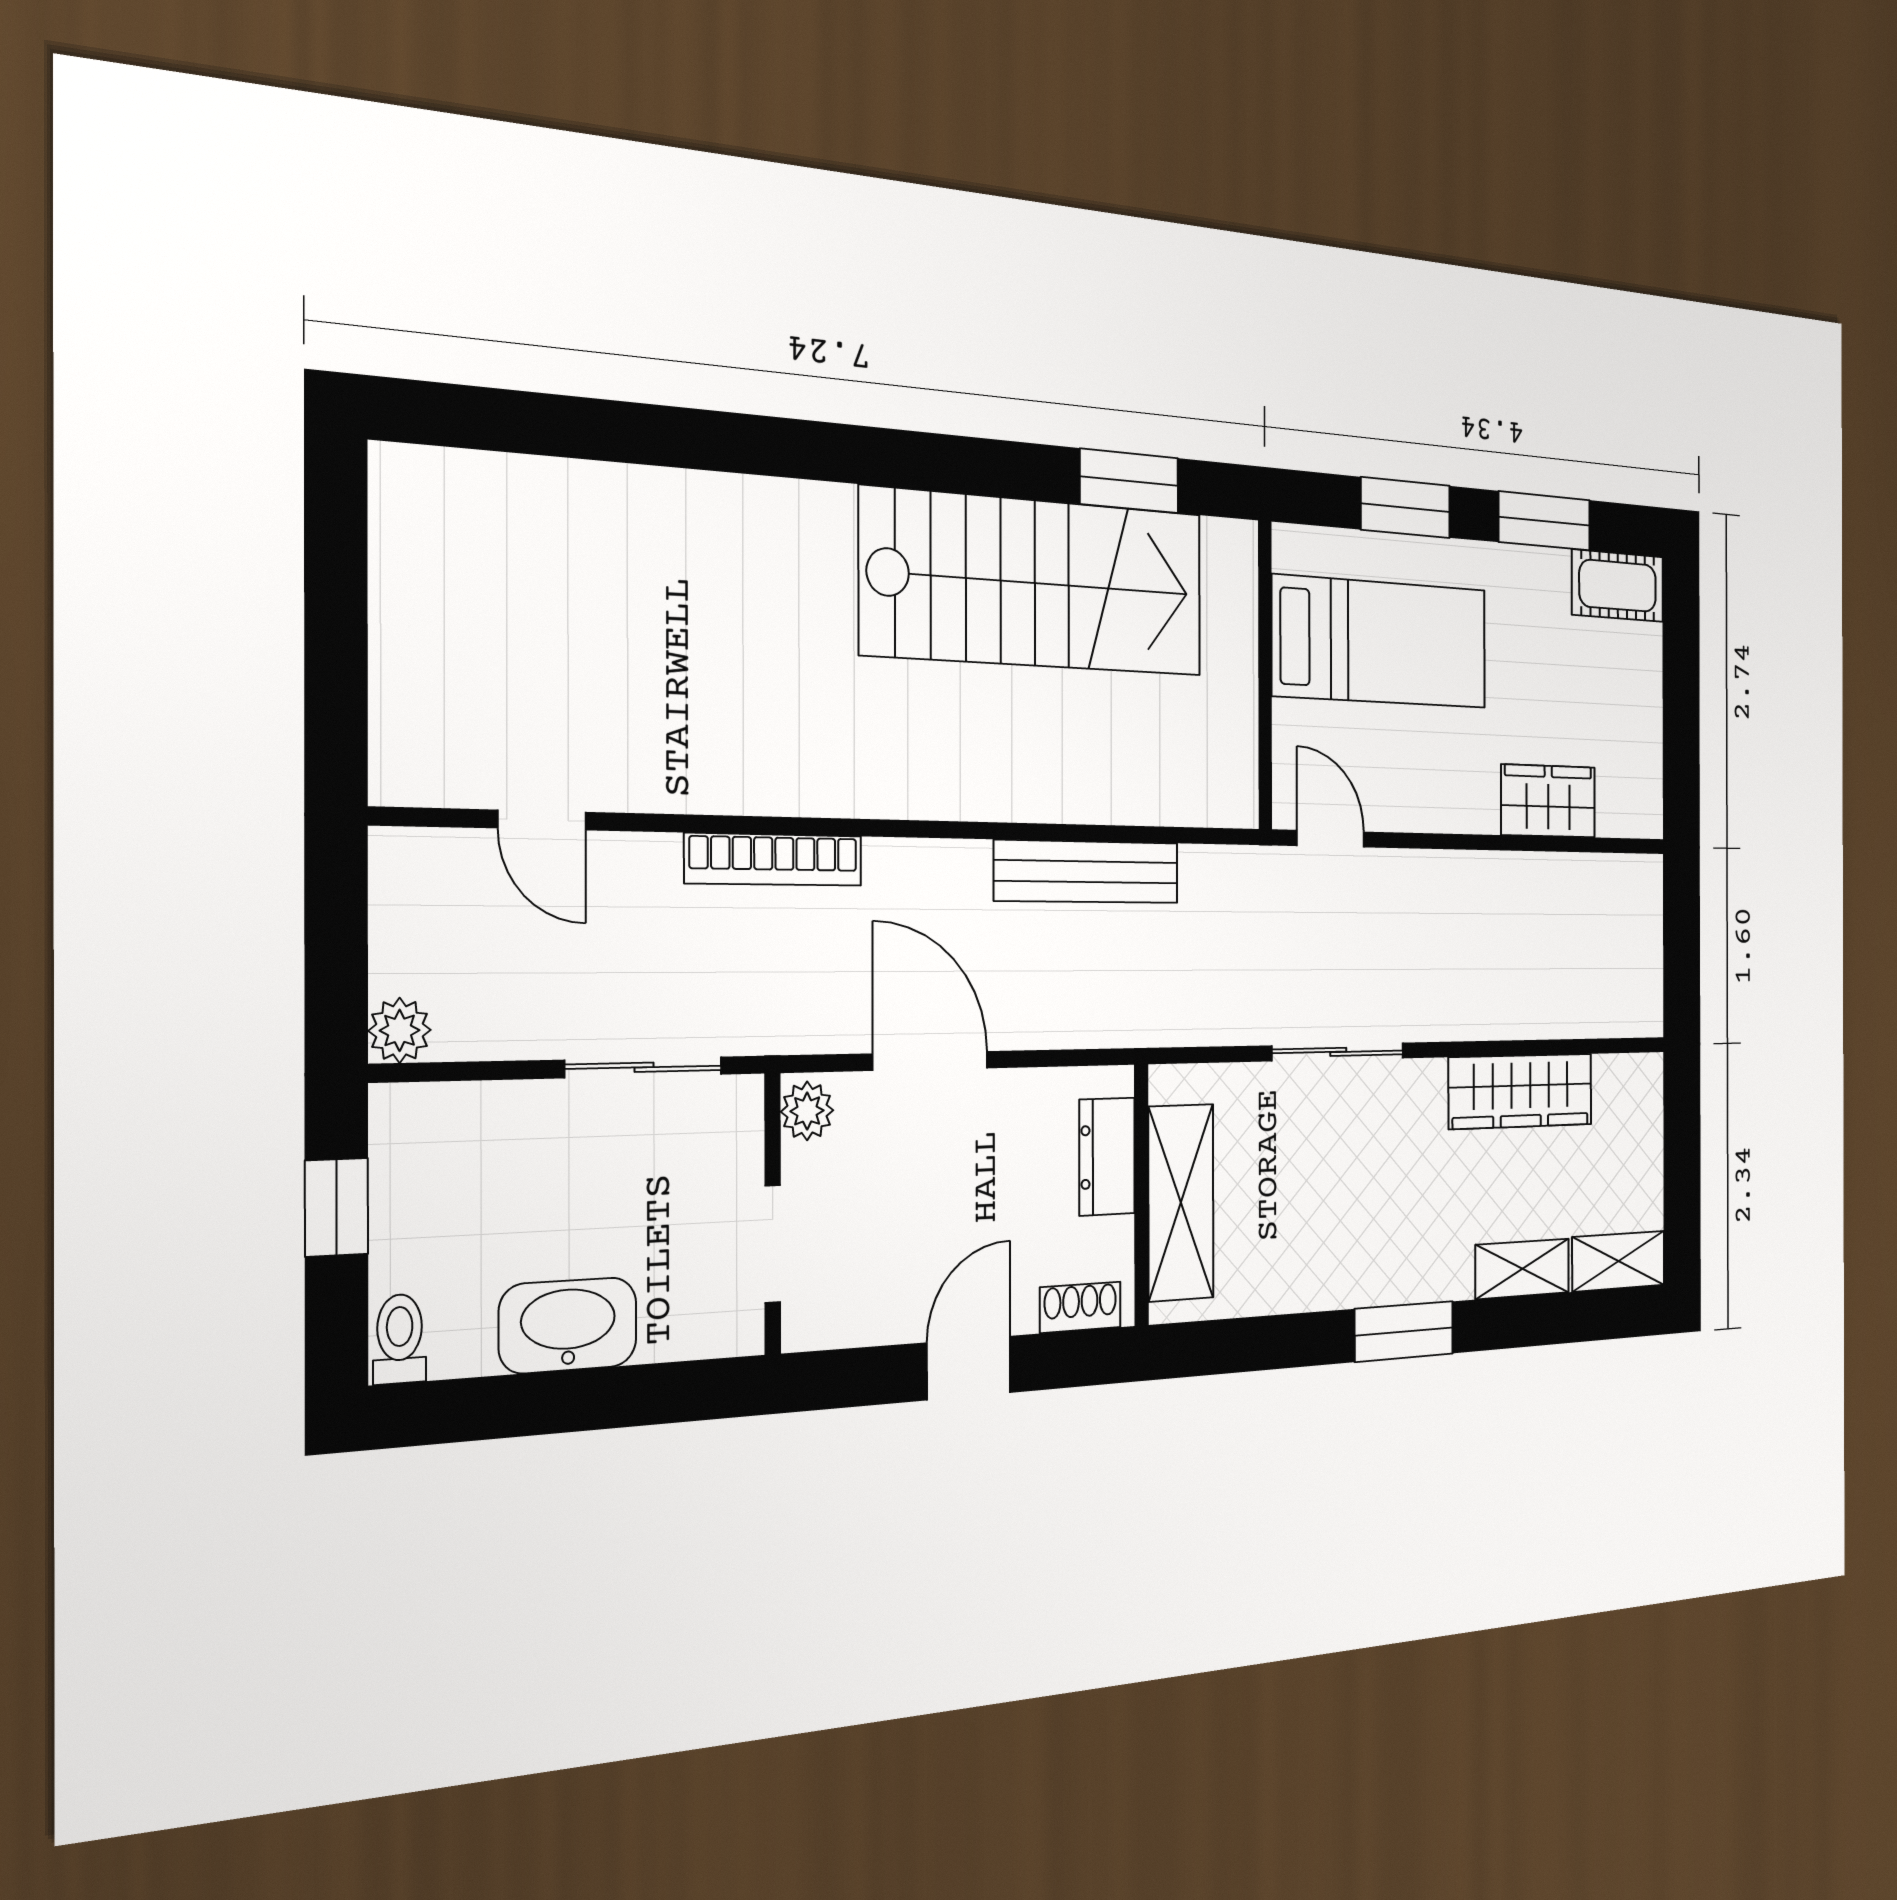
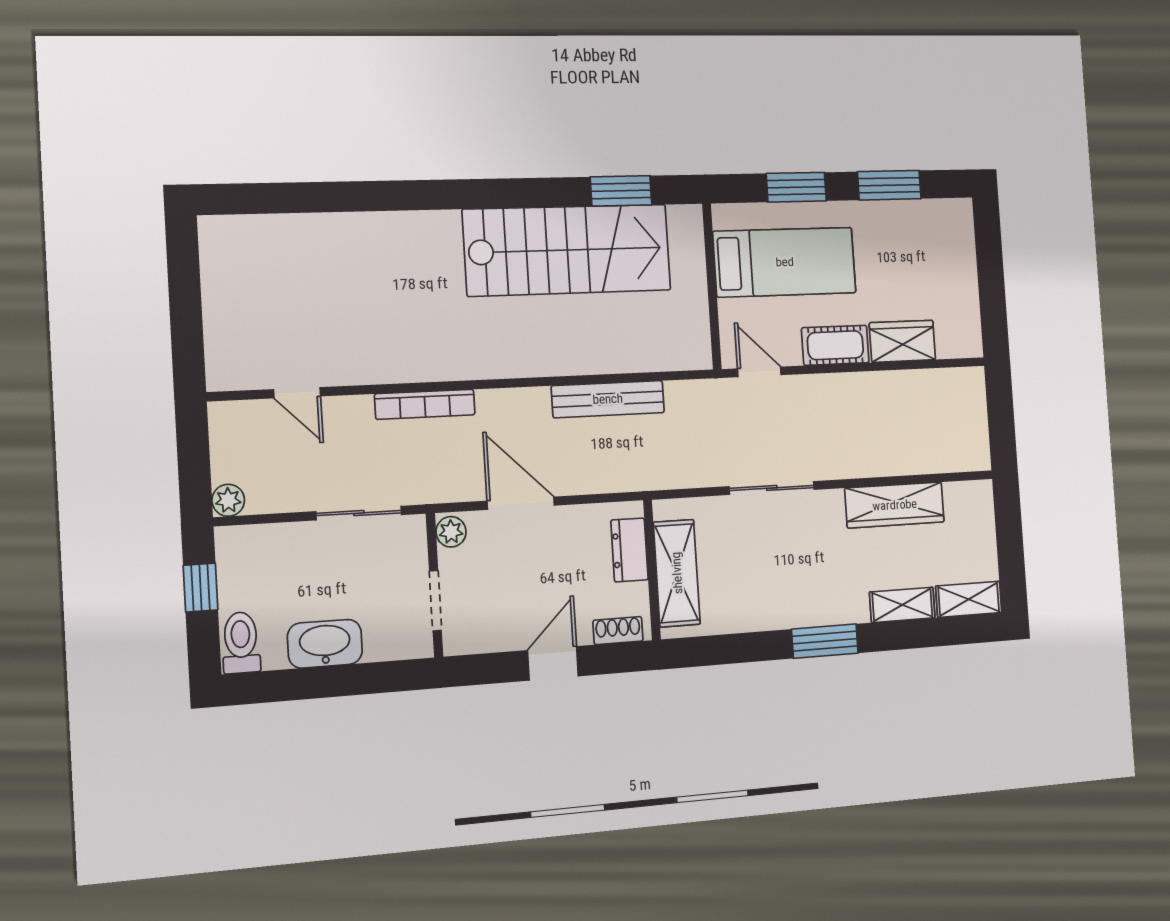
cot: (1618, 586) -> (835, 345), moved
toilet: (400, 1339) -> (241, 643), width x1.37, depth x1.39

